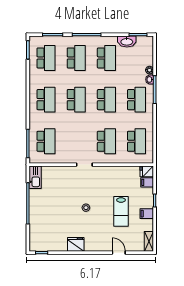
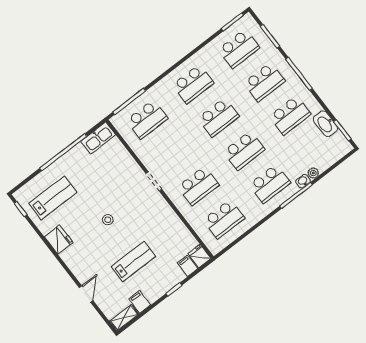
lab bench: (121, 211) -> (133, 262), turned 180
filing cabinet: (147, 214) -> (140, 302), moved
lab bench: (49, 229) -> (53, 198), added

